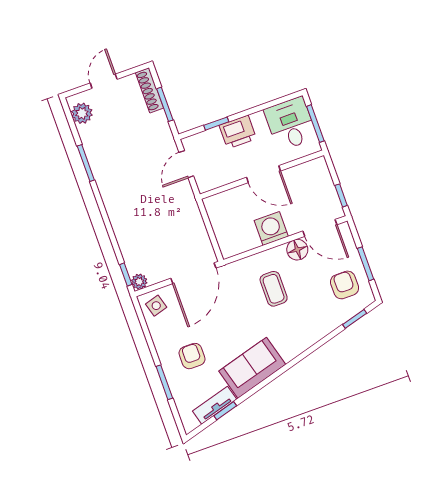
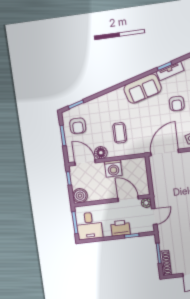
boiler: (317, 171) -> (80, 196), added
door: (263, 174) -> (128, 199), moved
plant: (205, 184) -> (146, 203), added

